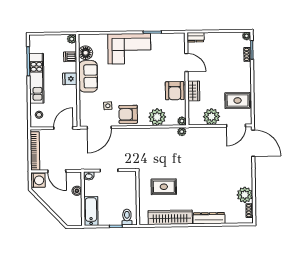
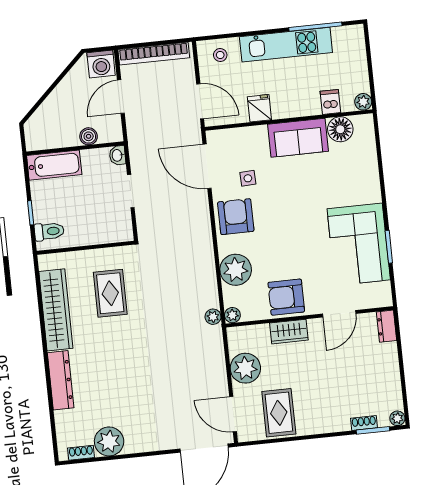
corner sofa: (129, 49) -> (359, 244), moved
fridge: (70, 79) -> (259, 108), moved

